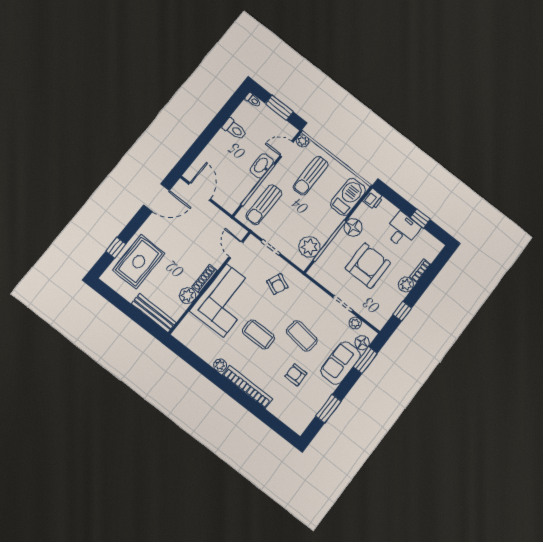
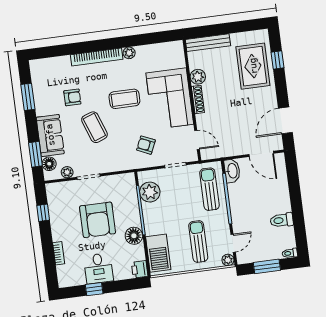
washbasin: (262, 166) -> (232, 171), moved
plant: (406, 285) -> (59, 233), removed
coffee table: (302, 336) -> (94, 127), turned 62

